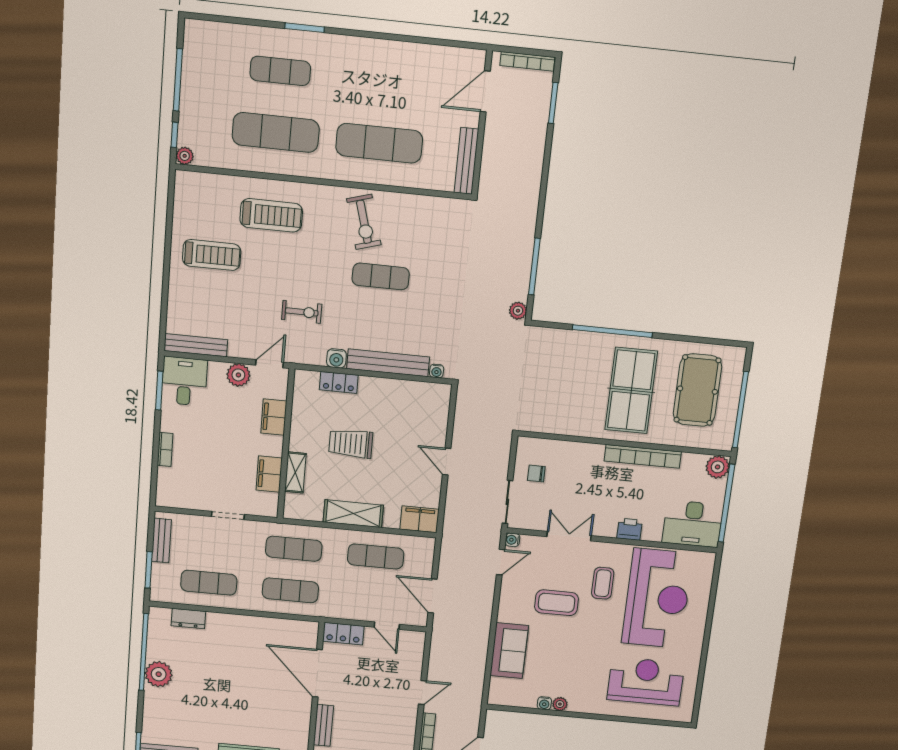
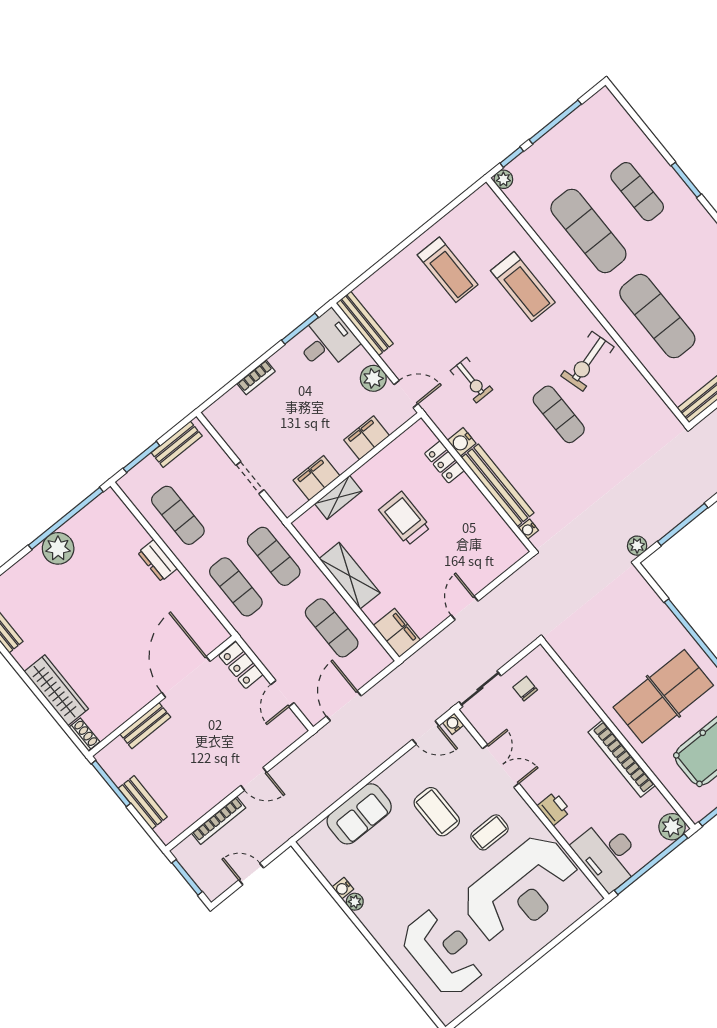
dresser: (188, 618) -> (158, 561), moved

